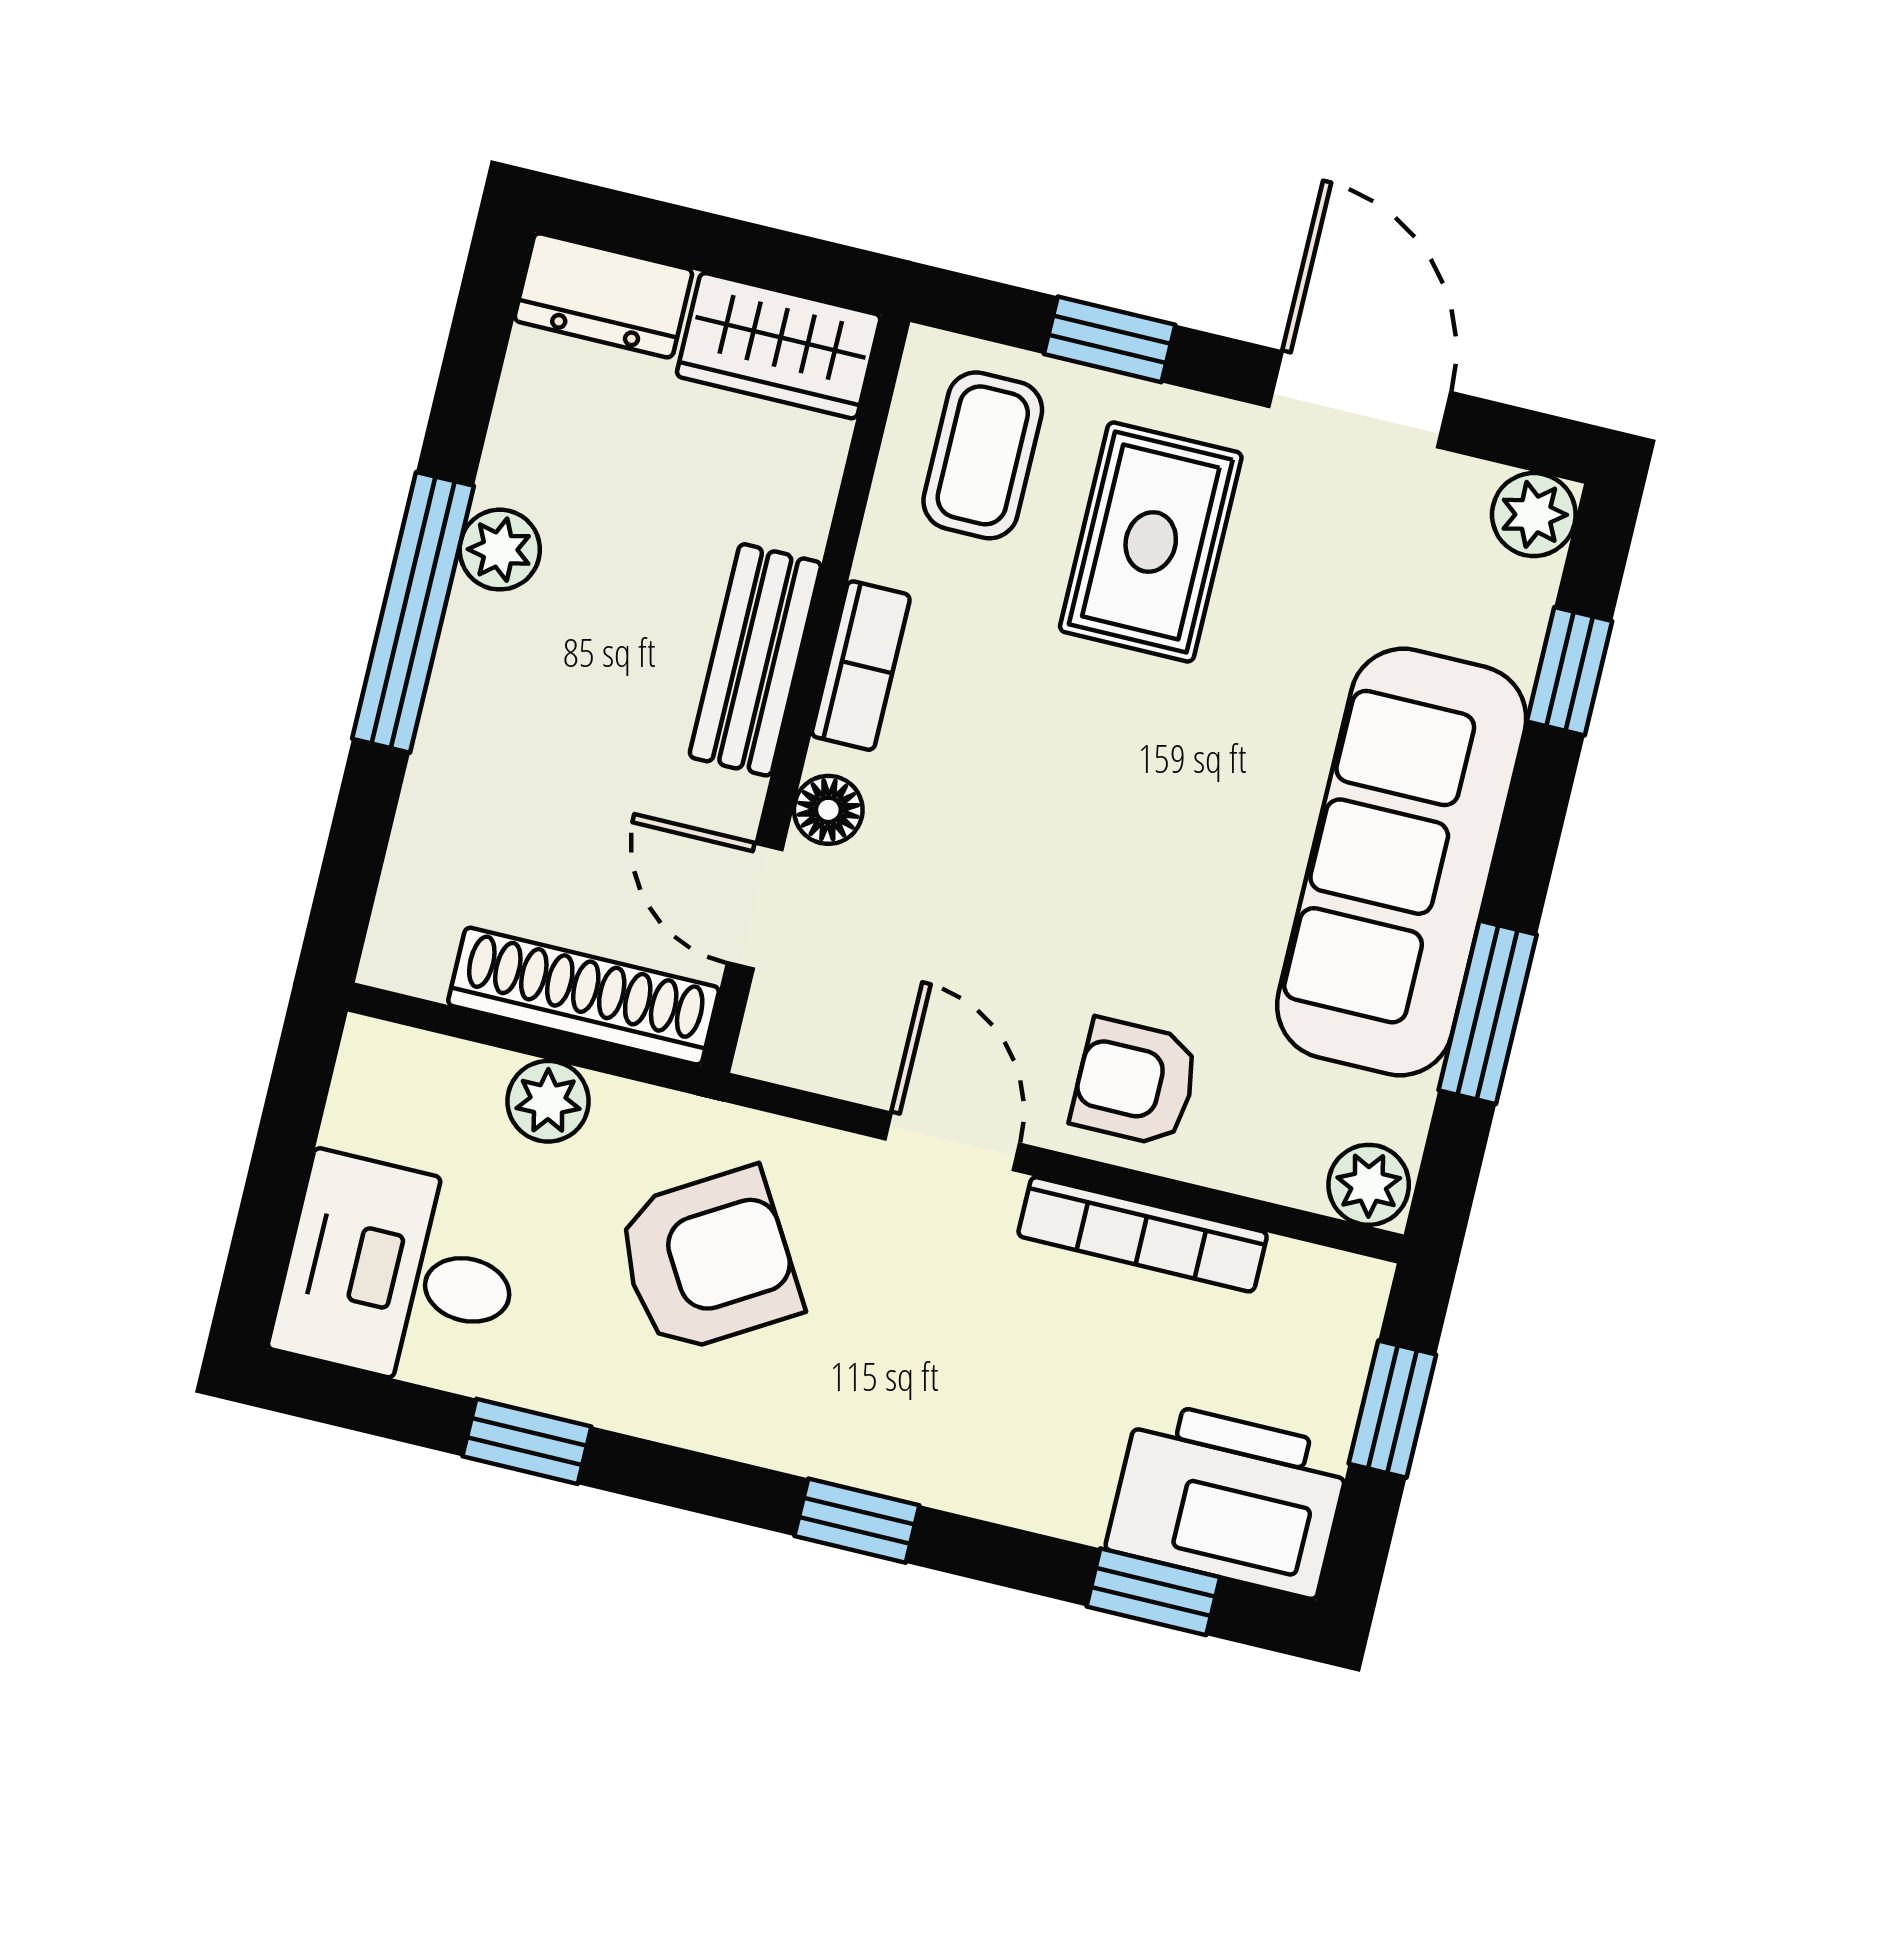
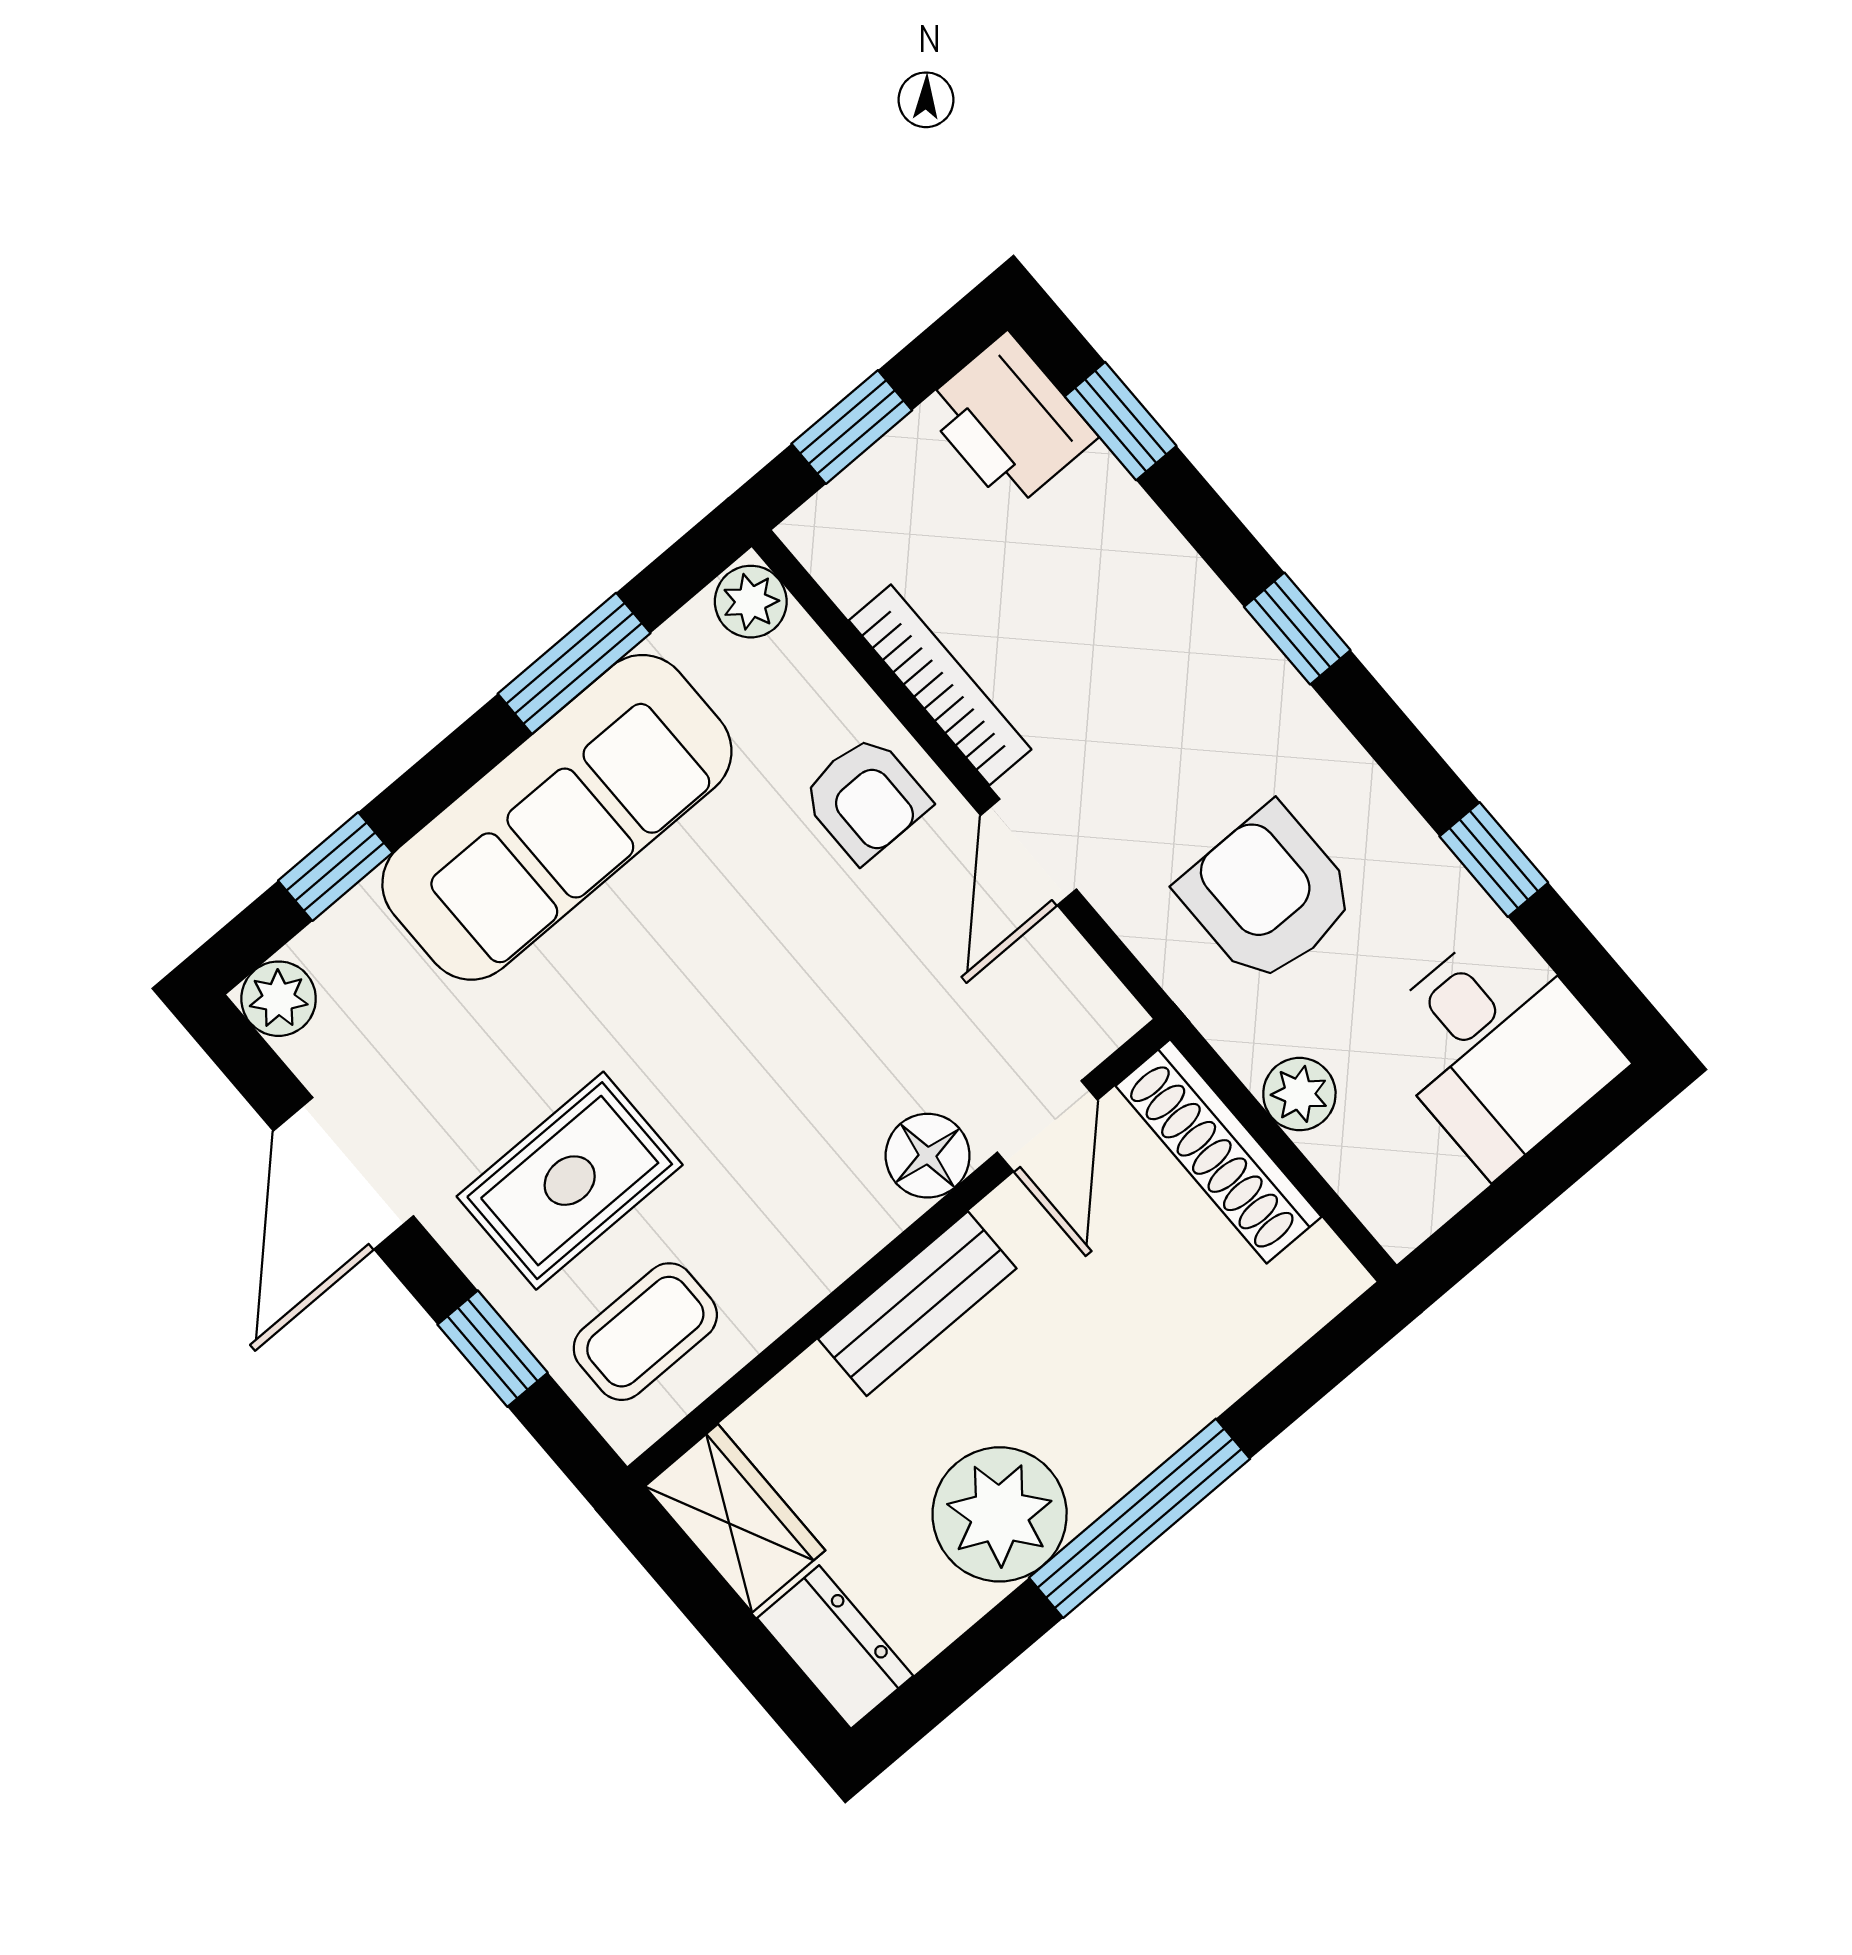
plant: (500, 550) -> (1000, 1514), width x1.87, depth x1.87
bookcase: (861, 666) -> (844, 1244), removed
floor lamp: (828, 810) -> (928, 1156), width x1.37, depth x1.37
armchair: (708, 1261) -> (1268, 895), turned 31
printer: (1228, 1499) -> (1009, 421), width x0.73, depth x0.84

